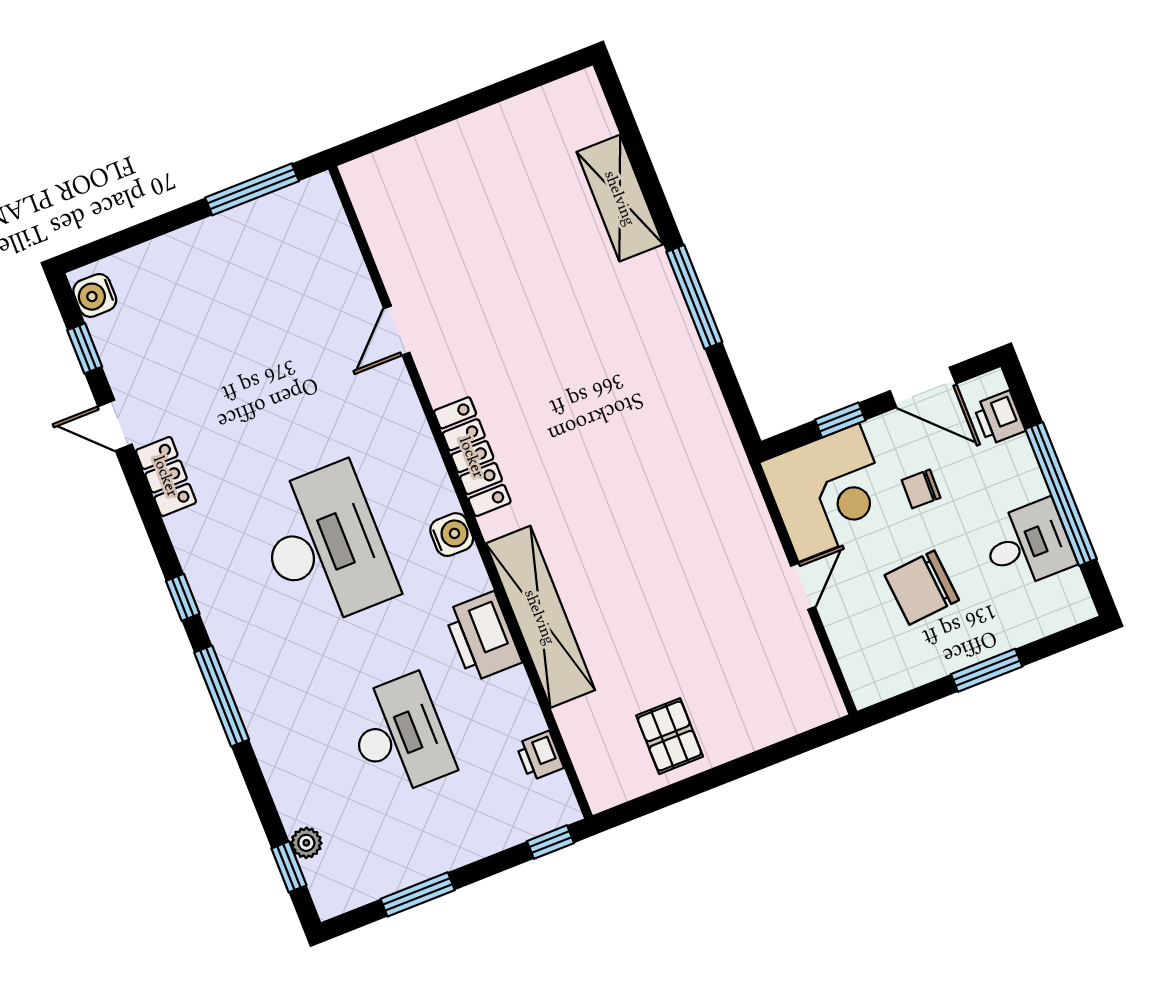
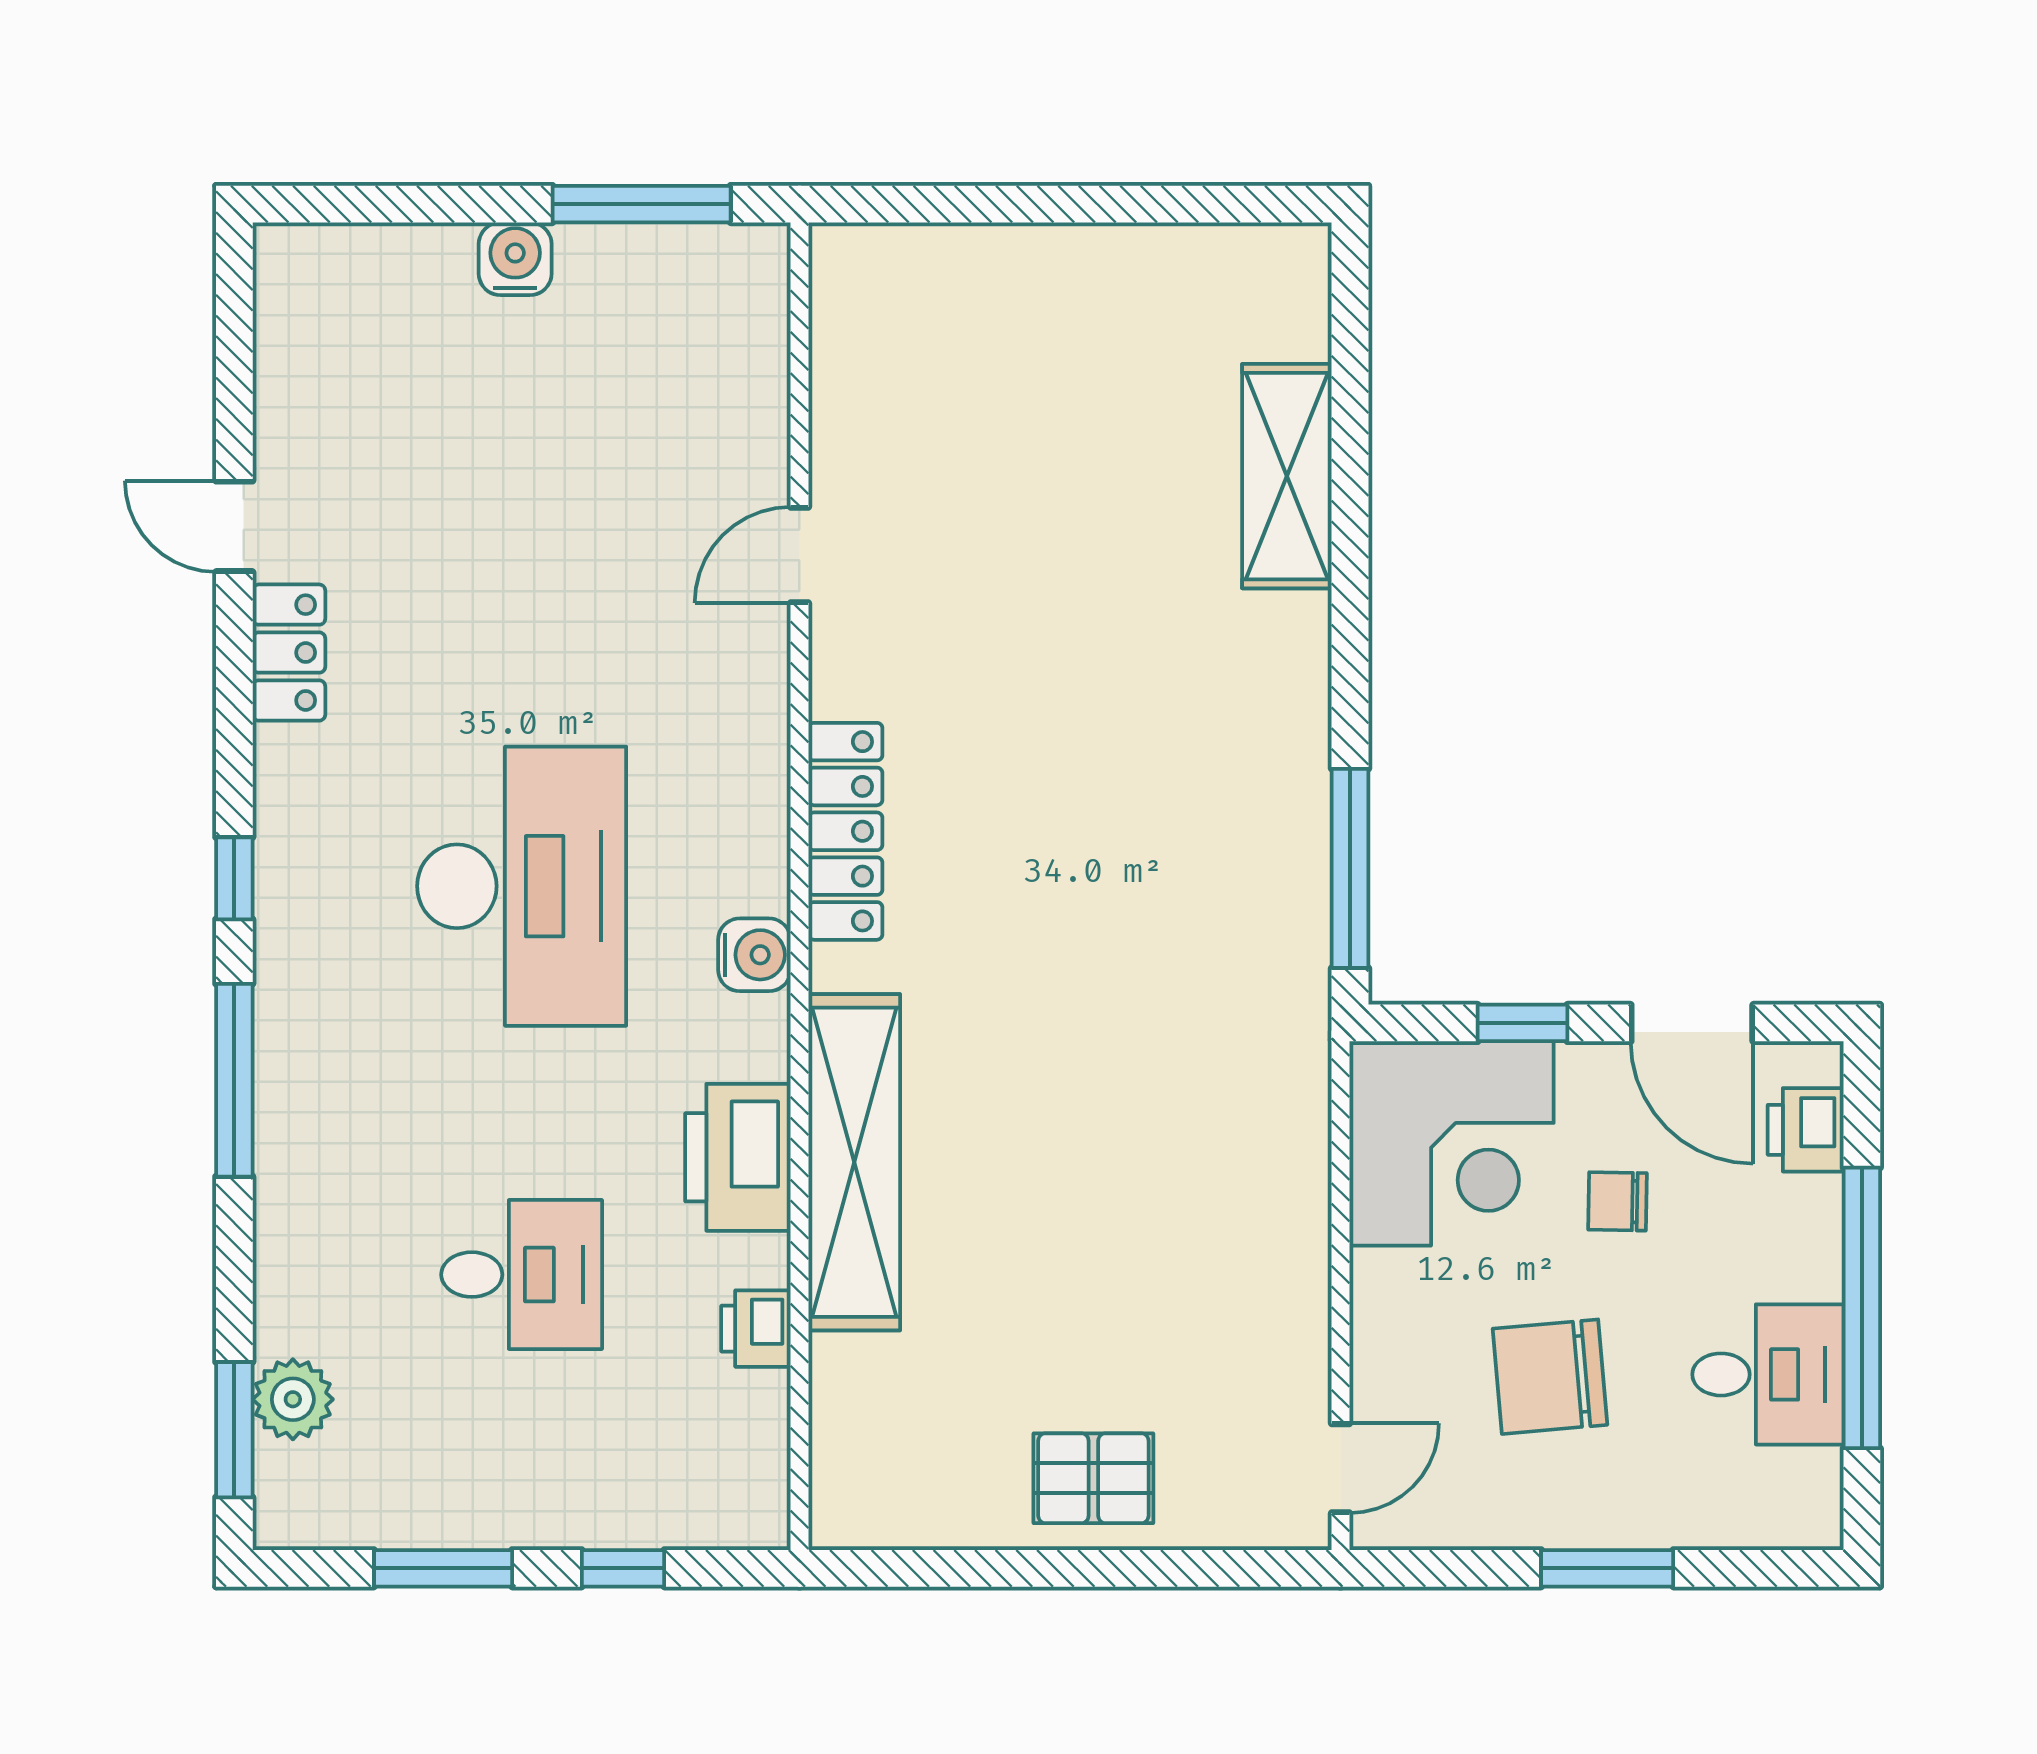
water cooler: (95, 295) -> (515, 259), moved, turned 90
window: (694, 297) -> (1350, 868), moved
window: (85, 348) -> (234, 369), removed
door: (803, 586) -> (1341, 1468), moved
desk: (399, 736) -> (522, 1275), width x0.73
pallet: (670, 736) -> (1093, 1478), moved, turned 90
printer: (540, 756) -> (756, 1329), moved
window: (550, 842) -> (623, 1568), moved
plant: (306, 843) -> (293, 1399), width x1.38, depth x1.38
window: (289, 867) -> (234, 1430), width x1.50

